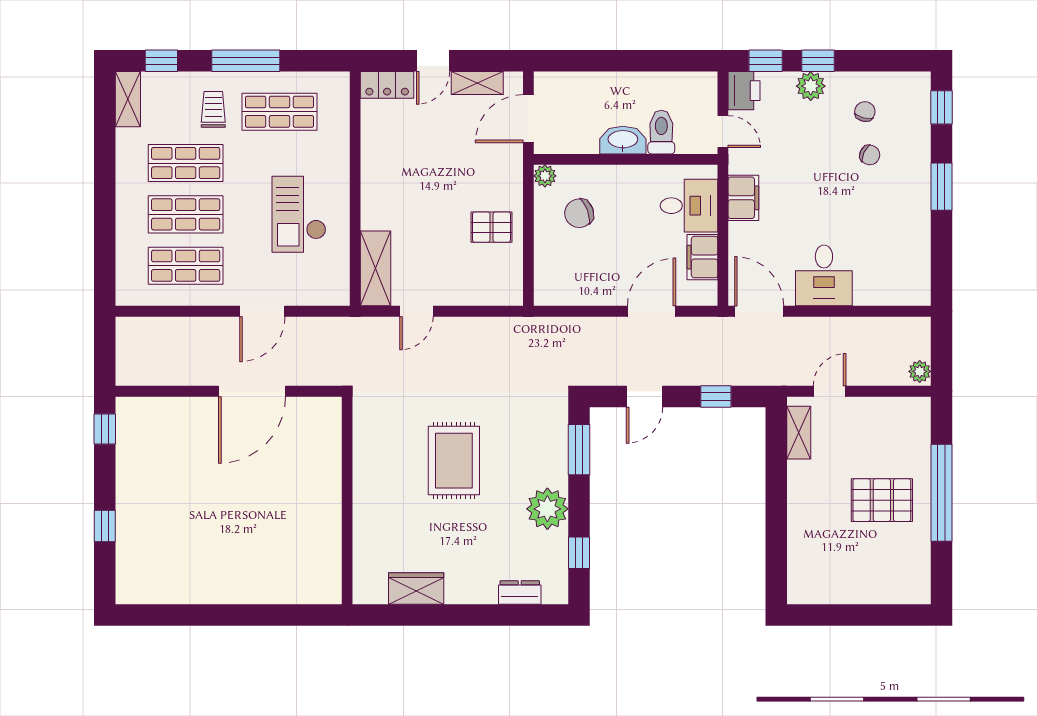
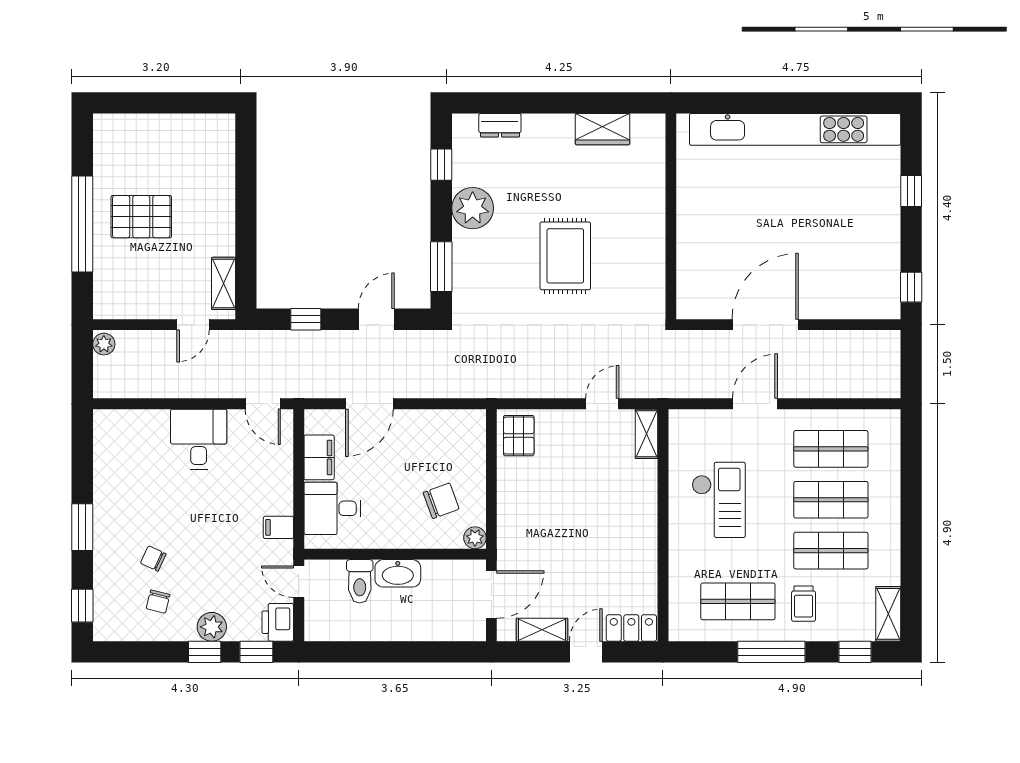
filing cabinet: (743, 198) -> (278, 527), width x0.50
pallet: (492, 227) -> (519, 436), moved, turned 90
shelving: (376, 268) -> (647, 434), width x0.67, depth x0.75
door: (759, 311) -> (263, 404), width x0.73
kitchen unit: (222, 588) -> (795, 129), added

